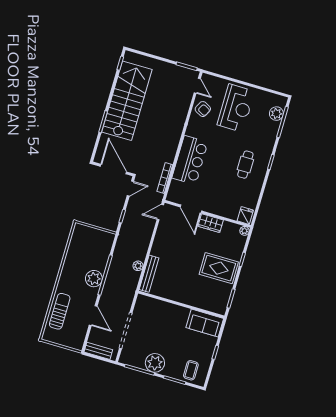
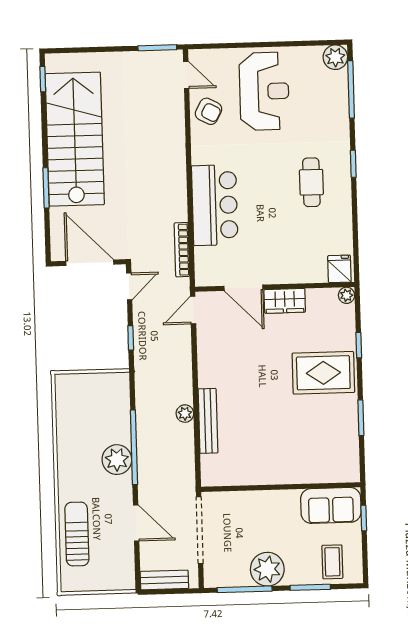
plant: (276, 114) -> (335, 57), moved
wall: (181, 304) -> (281, 487), moved
sofa: (205, 323) -> (331, 505), moved

